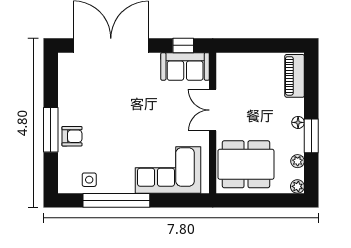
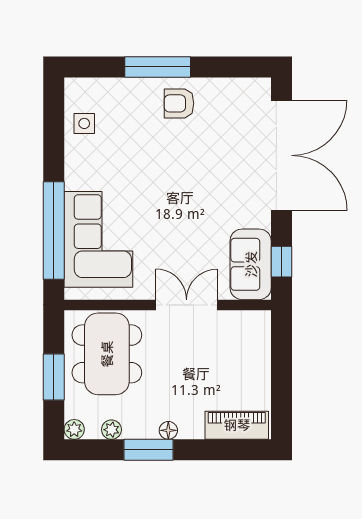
armchair: (72, 136) -> (179, 103), moved, turned 90
window: (116, 200) -> (54, 231), moved
window: (262, 200) -> (54, 377), added

